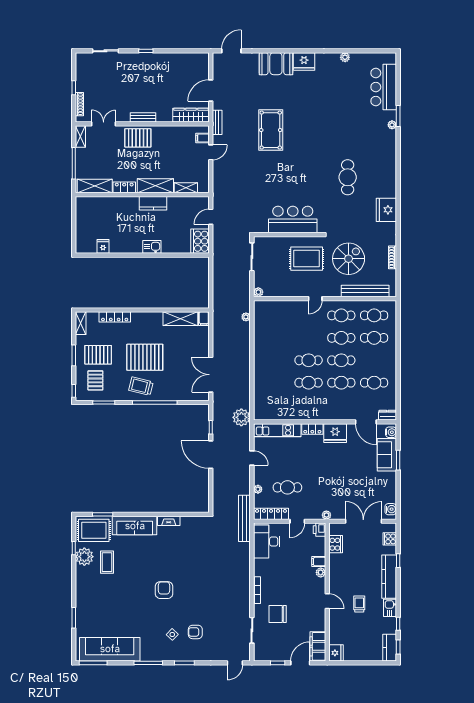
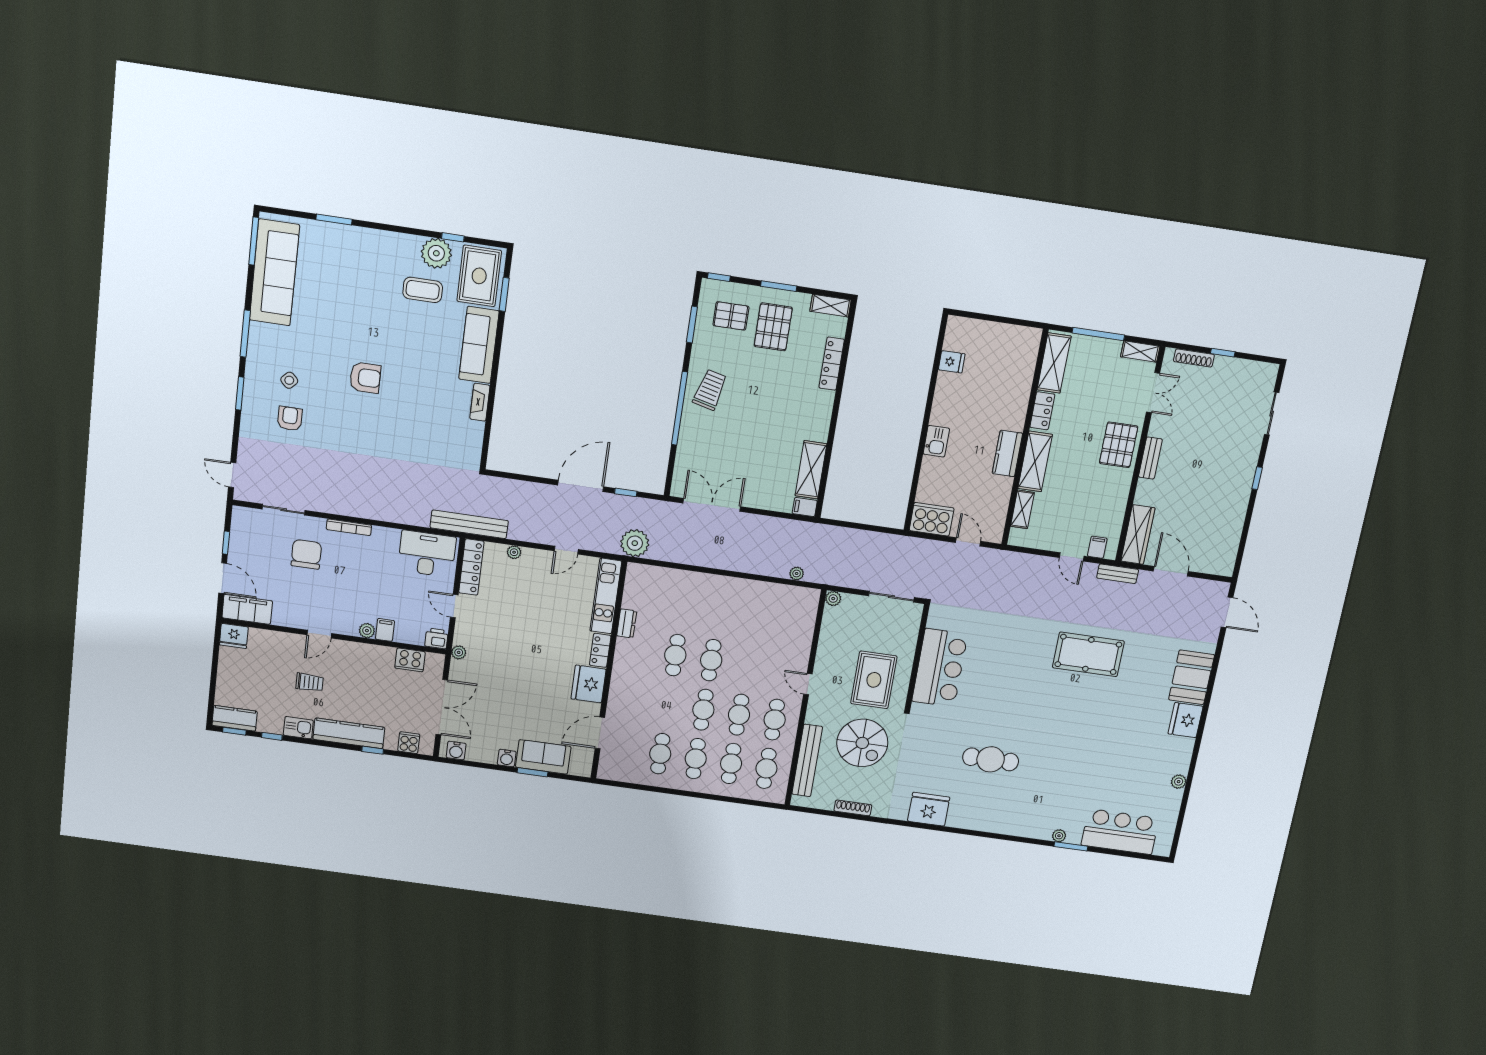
pallet: (145, 357) -> (757, 403), removed
cafe table: (341, 383) -> (696, 759), moved
dresser: (387, 415) -> (627, 623), moved
water cooler: (391, 432) -> (507, 758), moved
cafe table: (287, 487) -> (511, 599), removed

